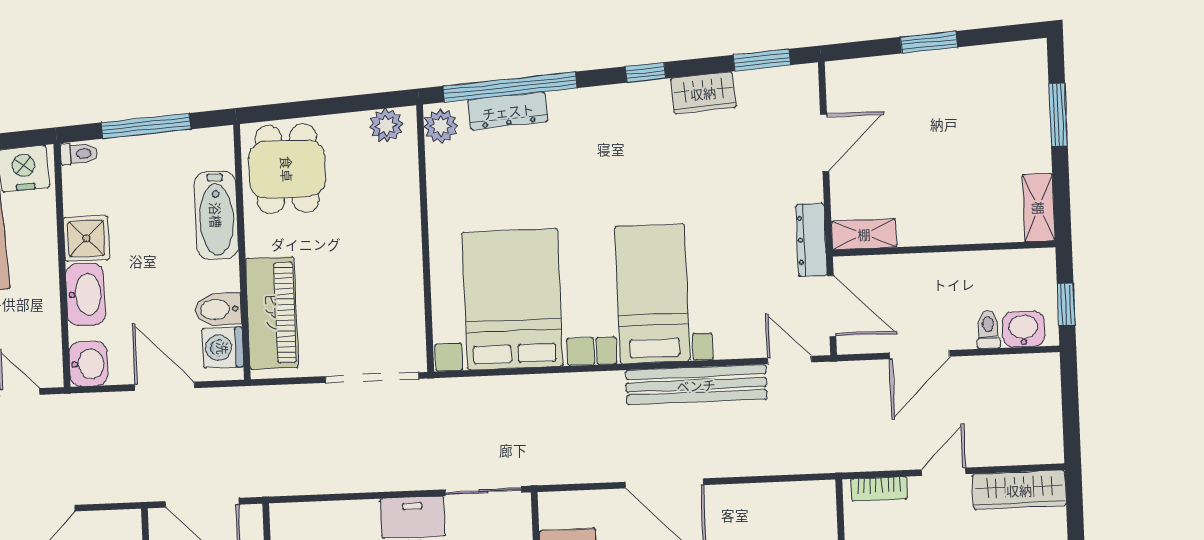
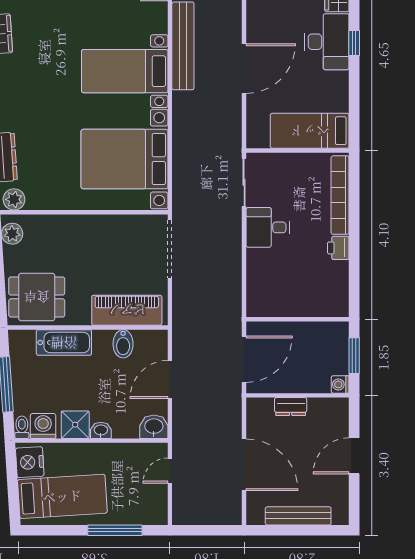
washbasin: (85, 294) -> (101, 430), width x0.52, depth x0.69
washing machine: (223, 348) -> (43, 426), moved, turned 180

